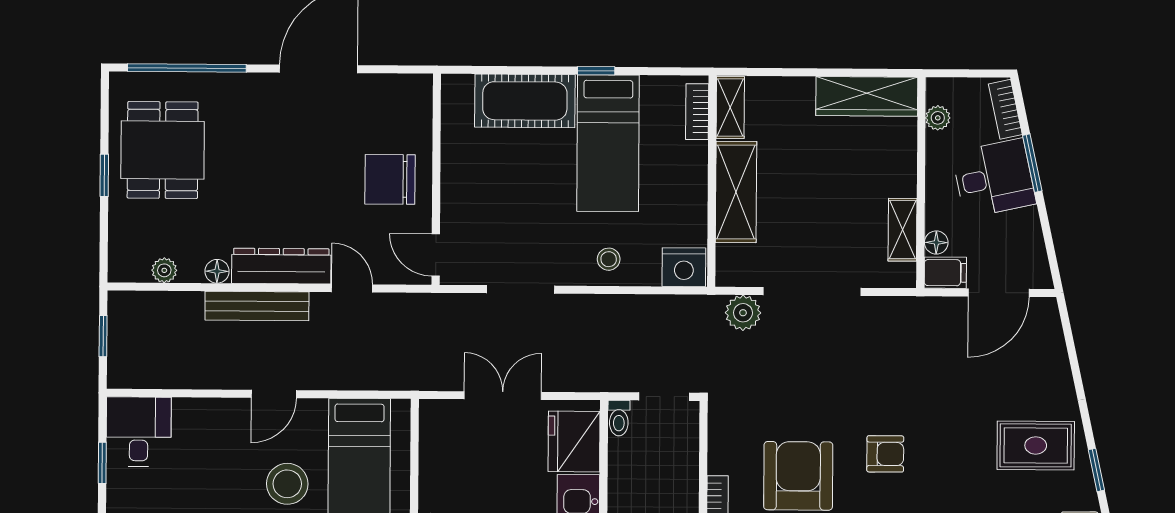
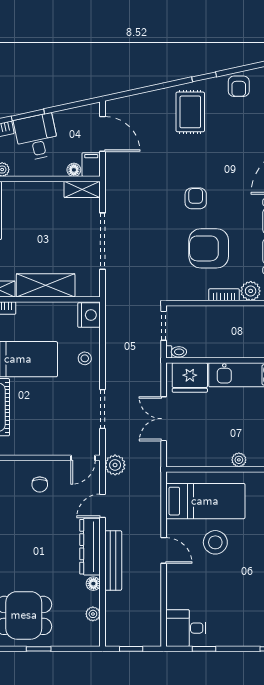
chair: (390, 179) -> (40, 484), width x0.54, depth x0.54
shelving: (903, 230) -> (82, 189), moved
plant: (743, 313) -> (115, 465), moved

